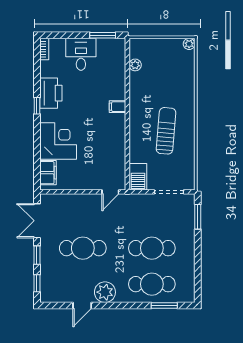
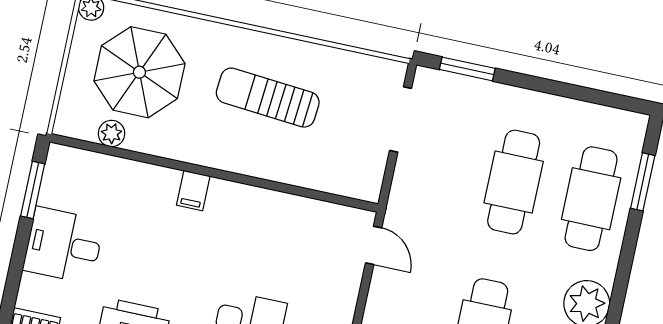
parasol: (165, 71) -> (139, 72), added
barbecue: (138, 177) -> (354, 179), removed

